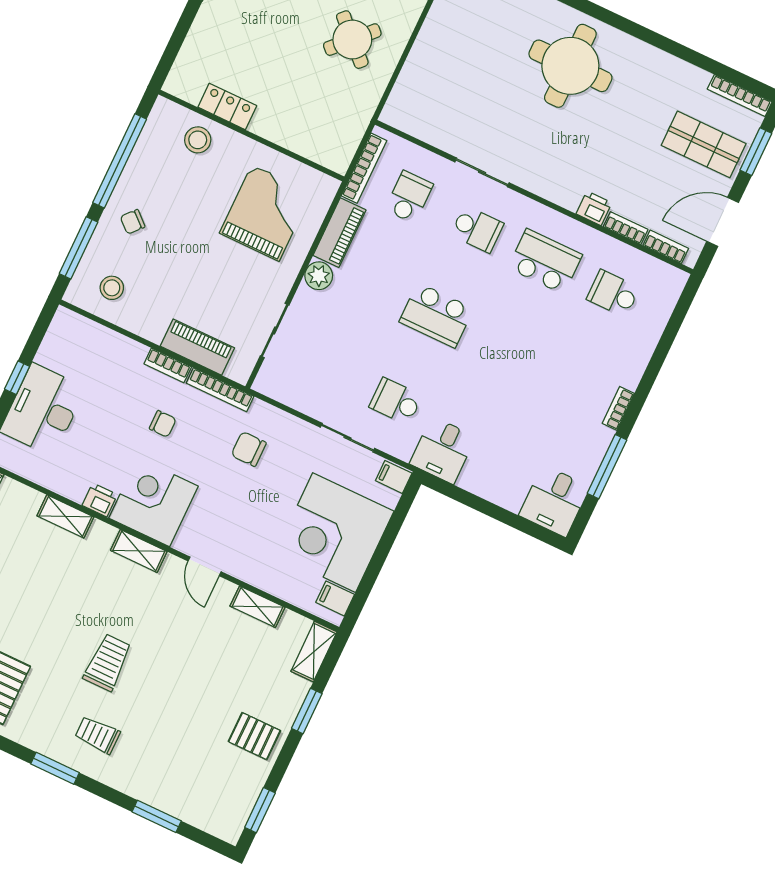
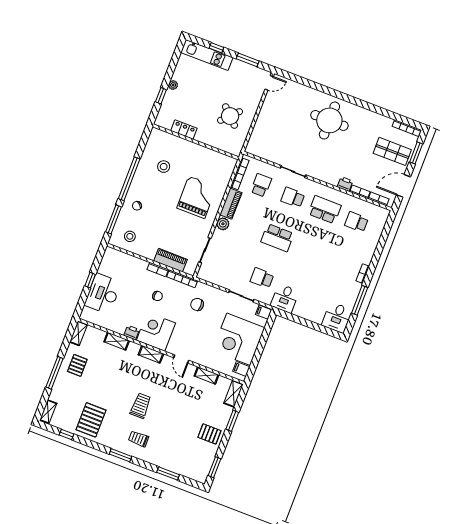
locker: (227, 106) -> (184, 130), moved
wall: (251, 135) -> (196, 142), moved
school desk: (477, 229) -> (293, 197), turned 180

